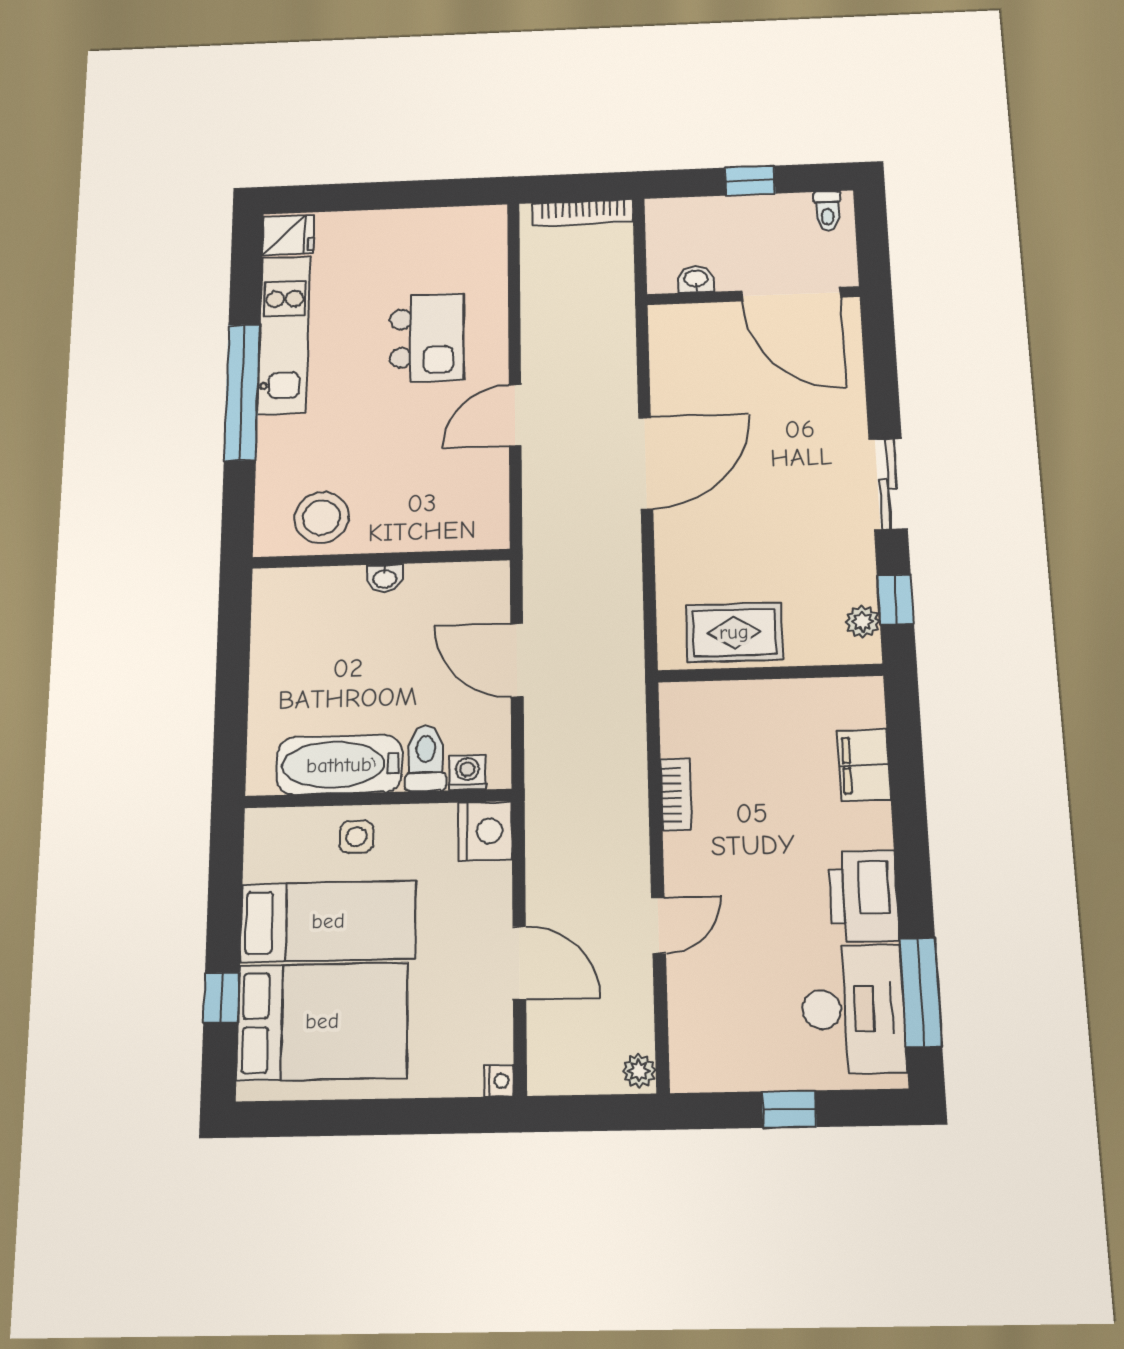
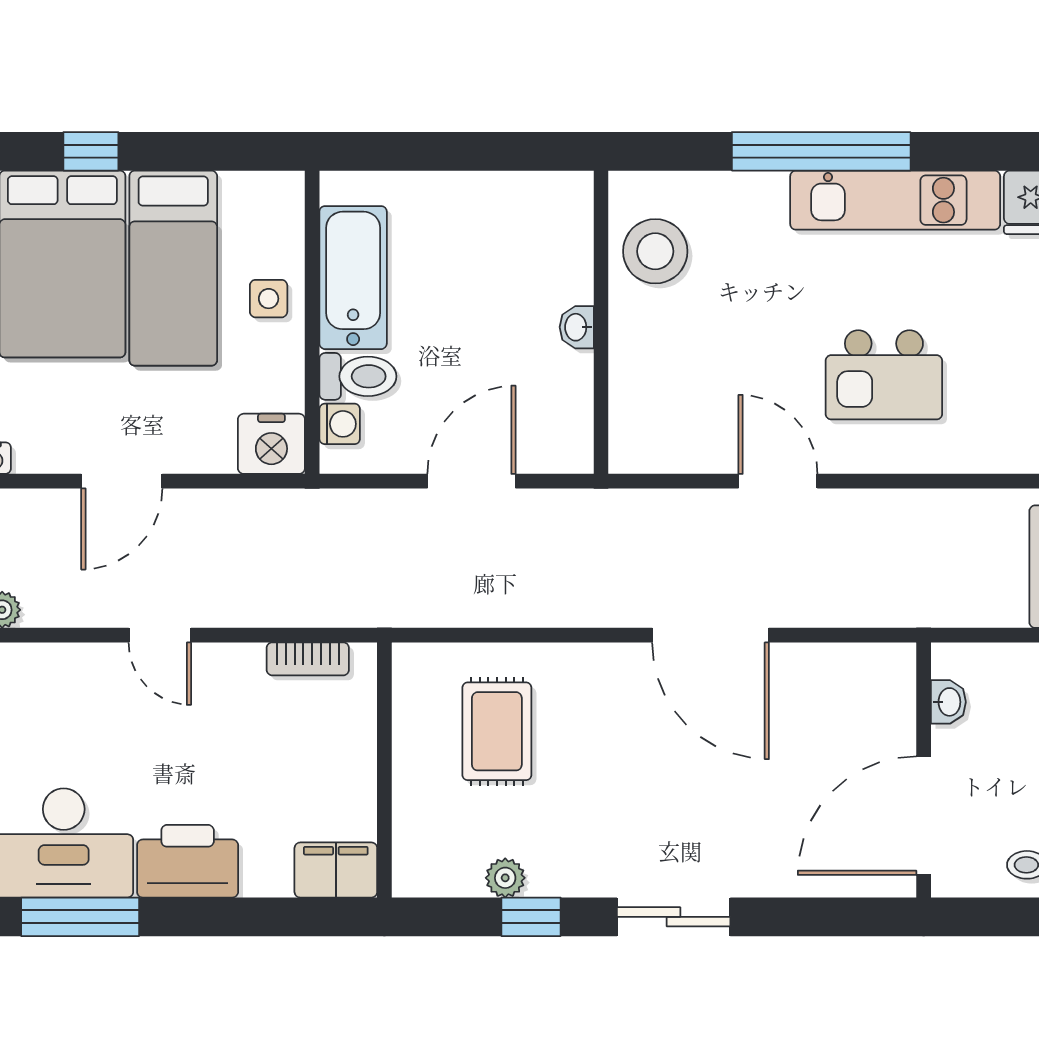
wall: (770, 673) -> (384, 770), moved

